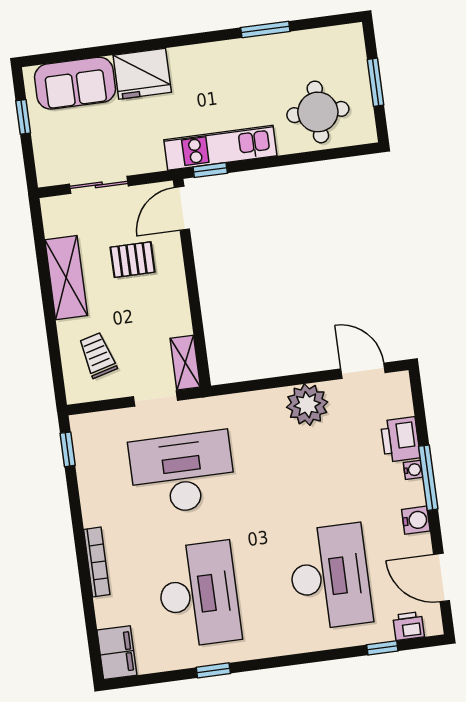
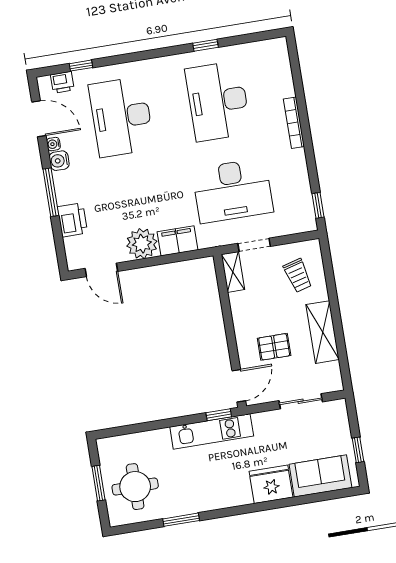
round table: (318, 112) -> (135, 487), moved
water cooler: (413, 470) -> (53, 144), moved
filing cabinet: (117, 653) -> (177, 241), moved, turned 90

